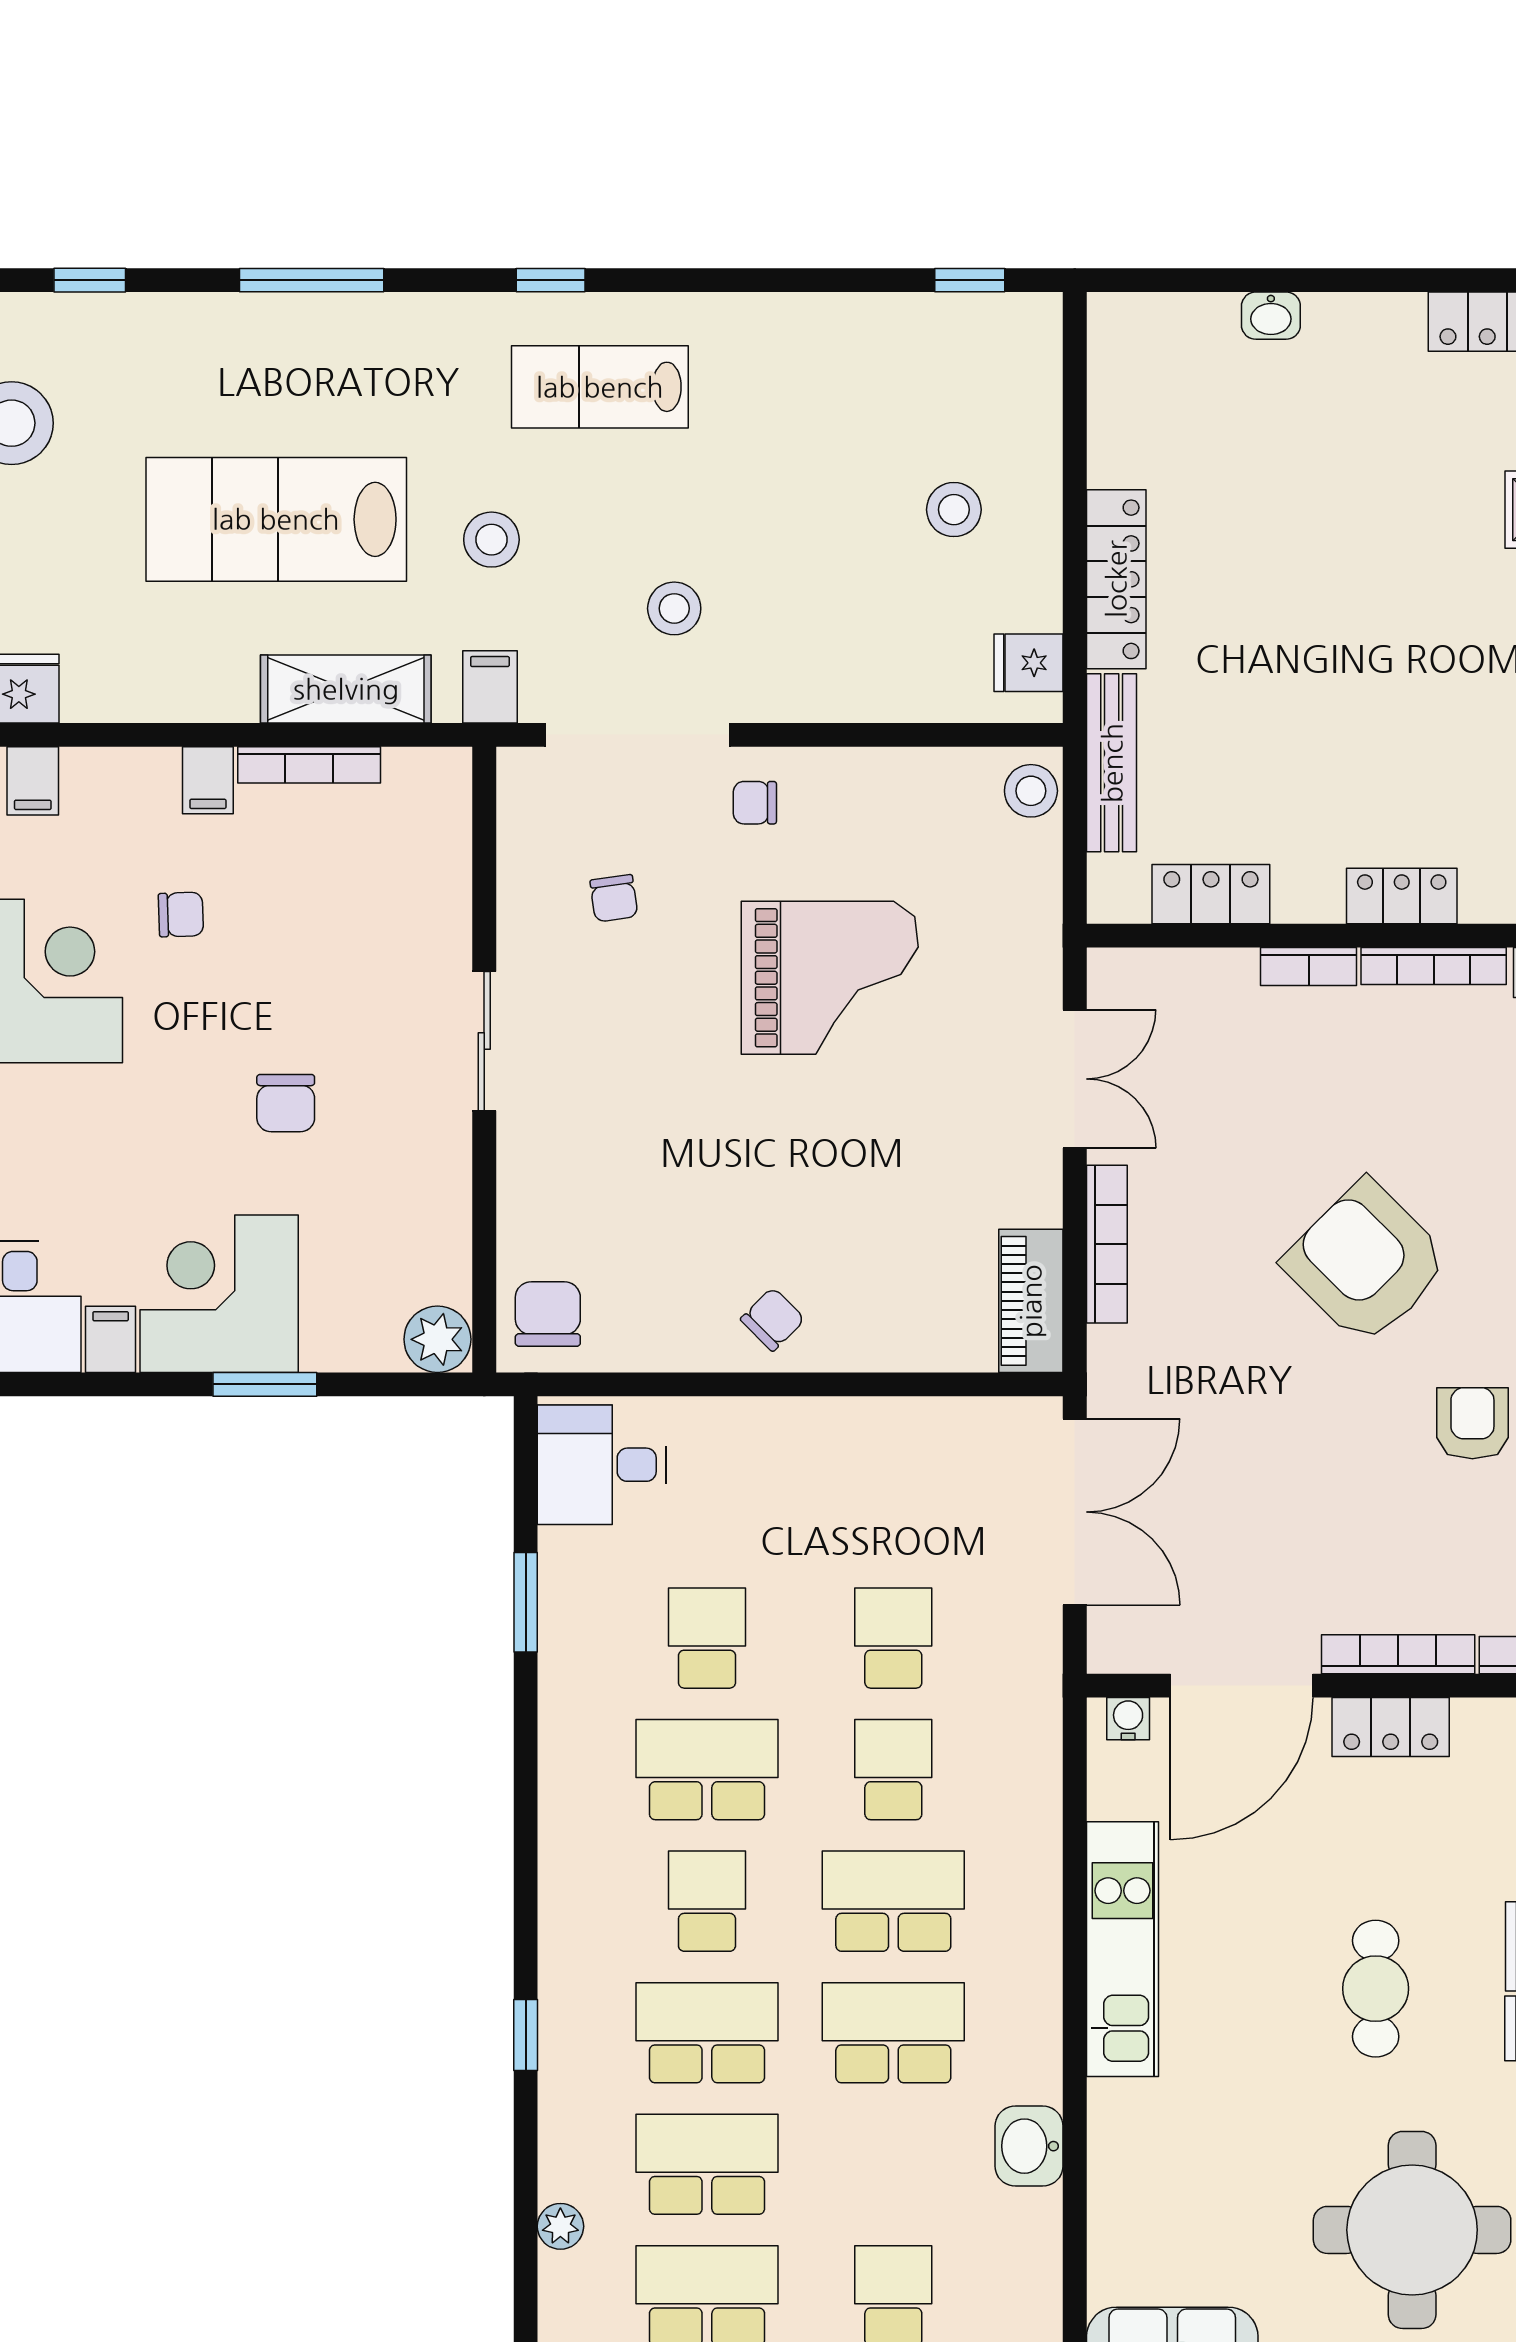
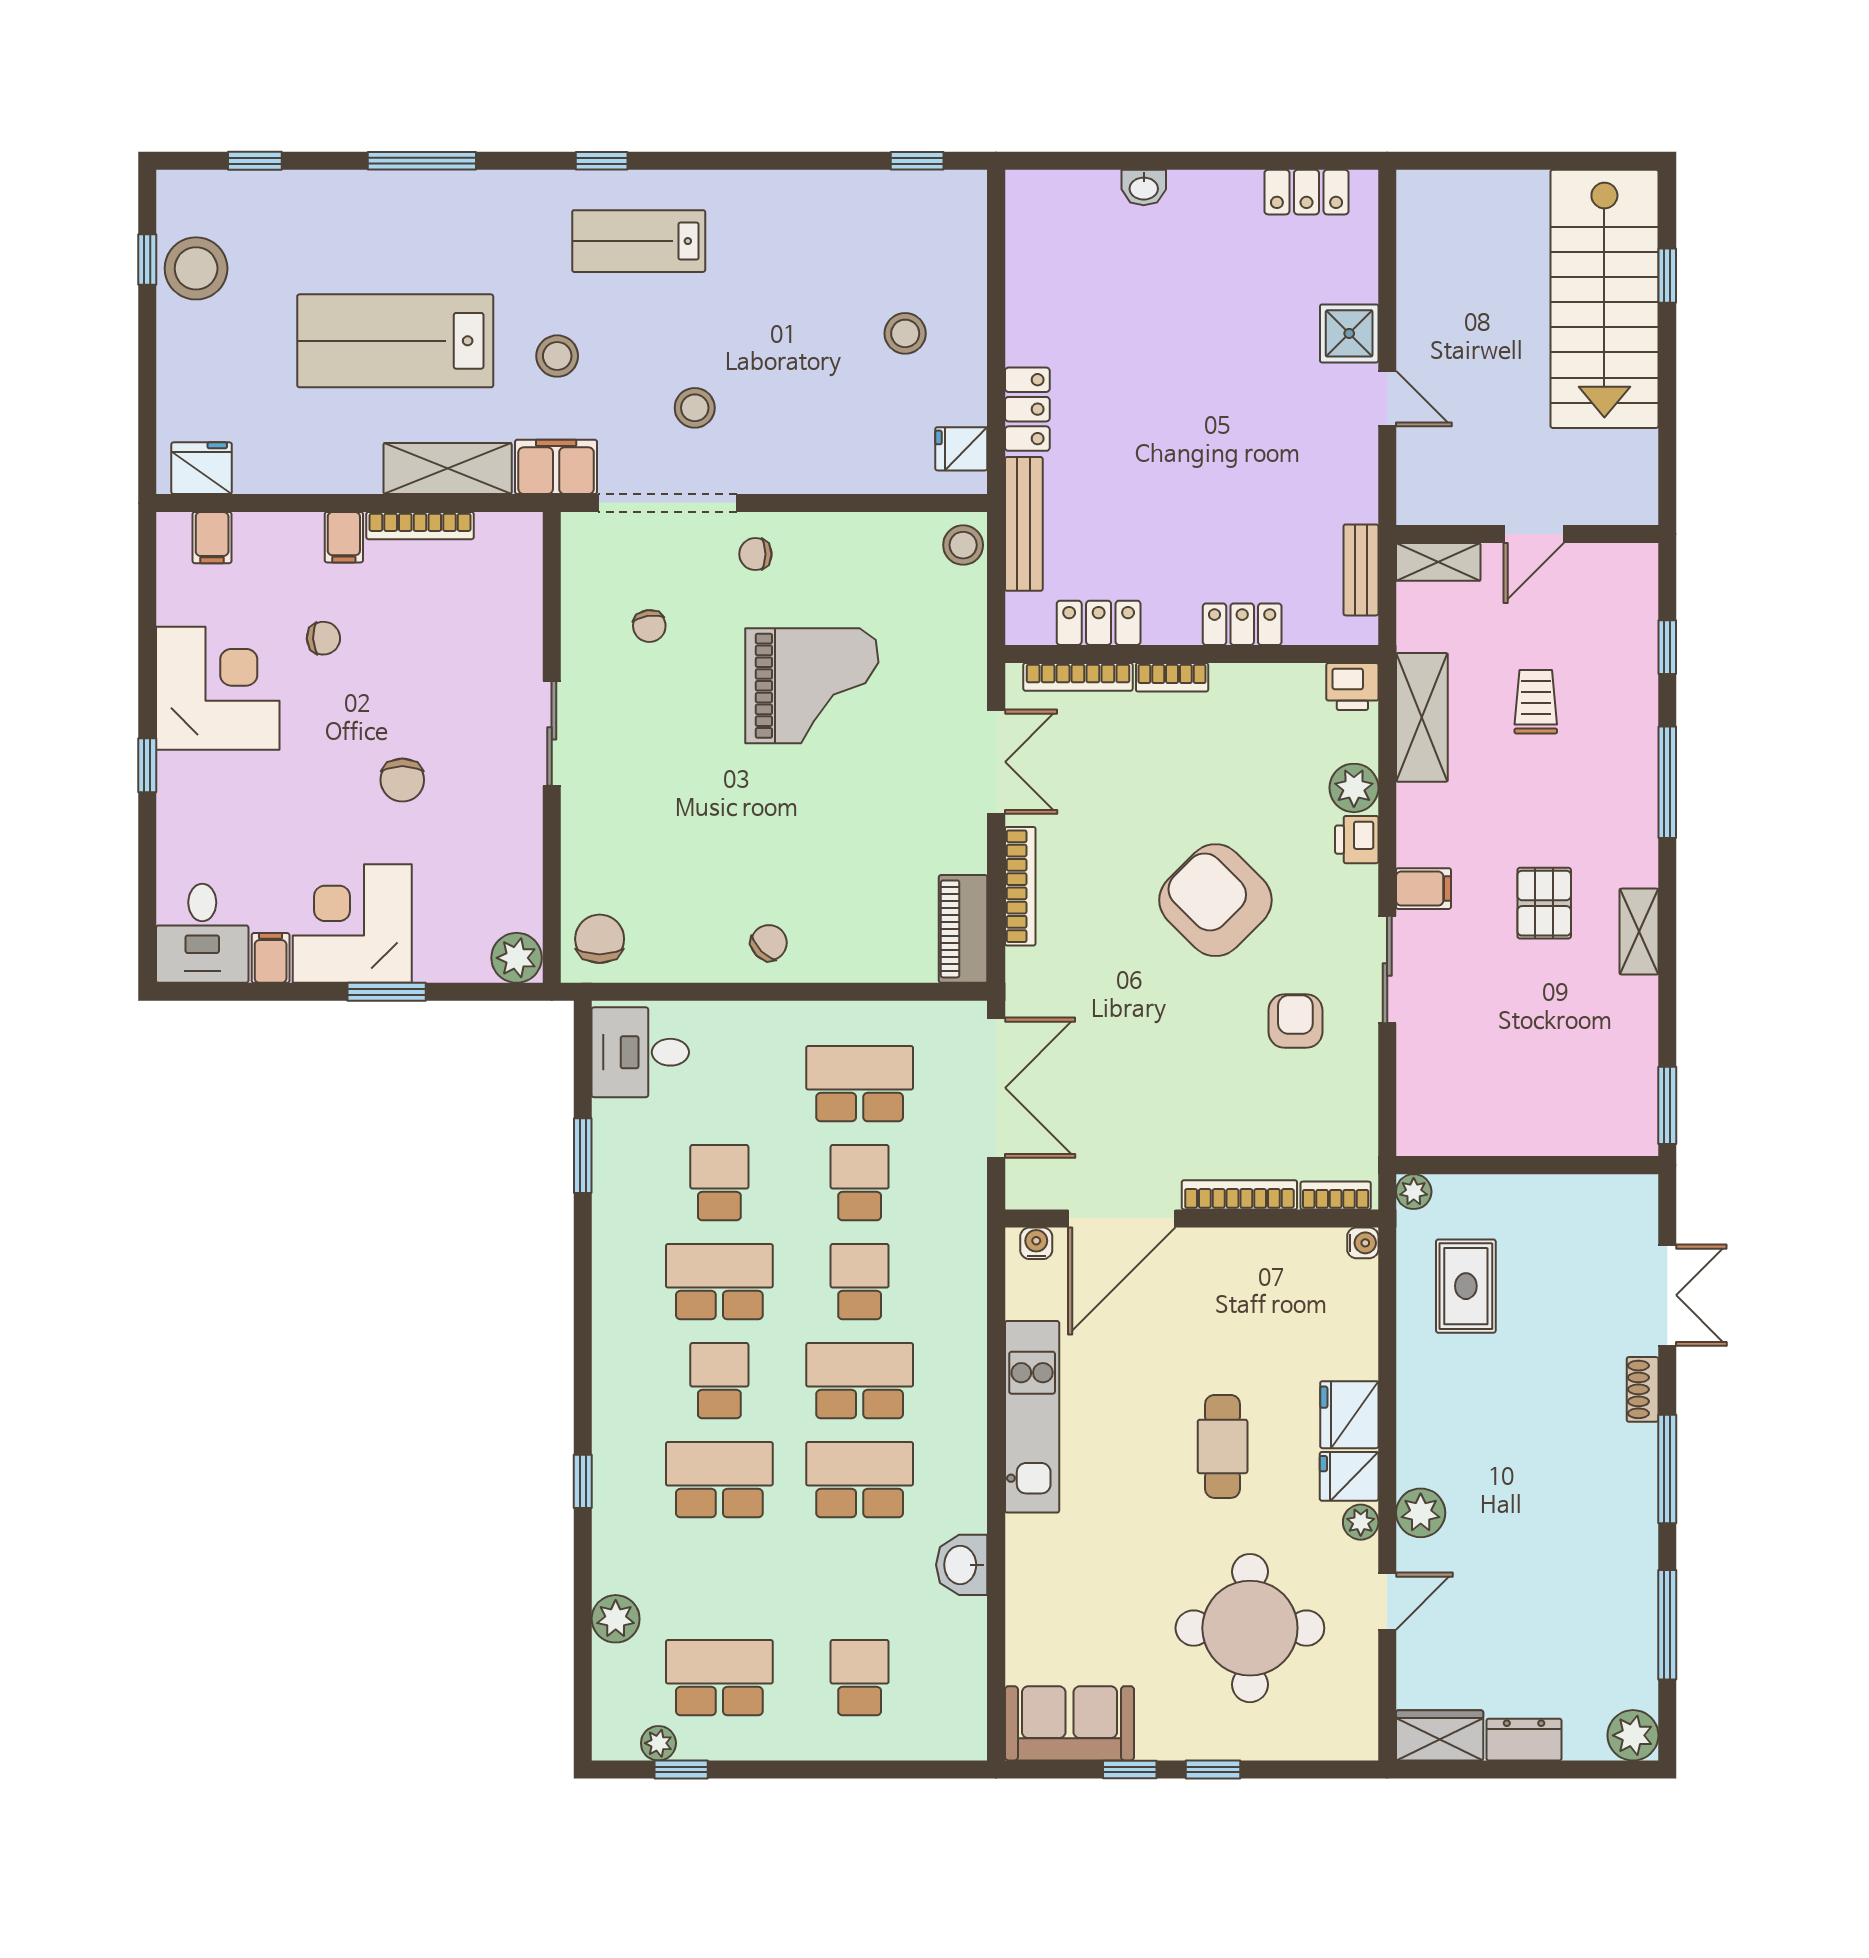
locker: (1116, 579) -> (1027, 409), width x0.66
filing cabinet: (490, 687) -> (556, 467), width x2.00
bookcase: (1434, 966) -> (1078, 677), moved
locker: (1391, 1727) -> (1234, 1250), removed
school desk: (707, 2164) -> (860, 1084), moved
plant: (560, 2226) -> (616, 1619), width x1.38, depth x1.38

